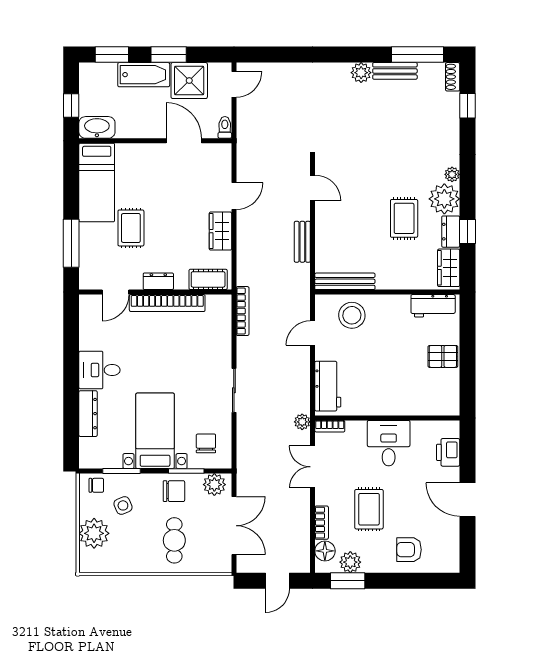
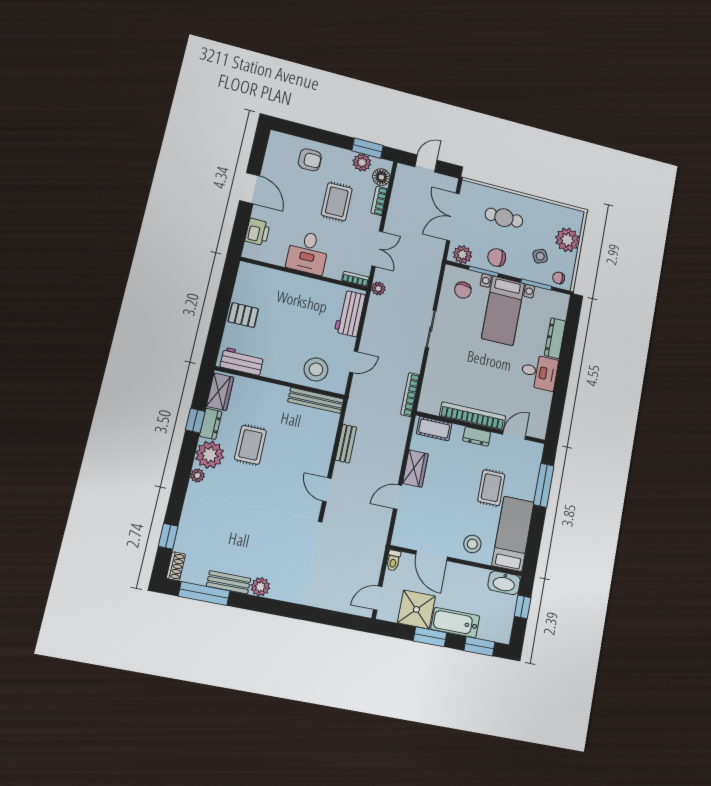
stool: (141, 162) -> (472, 544), added
cafe table: (174, 540) -> (504, 218), turned 90

